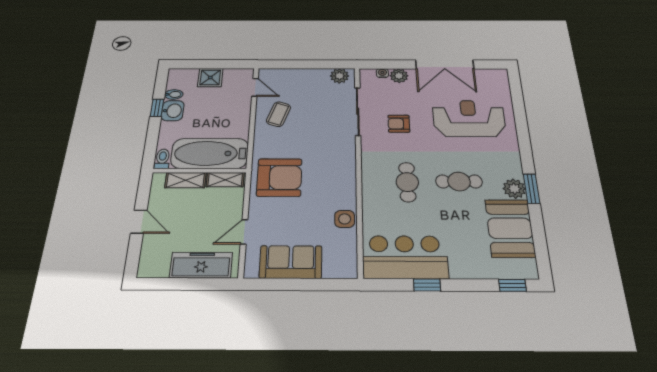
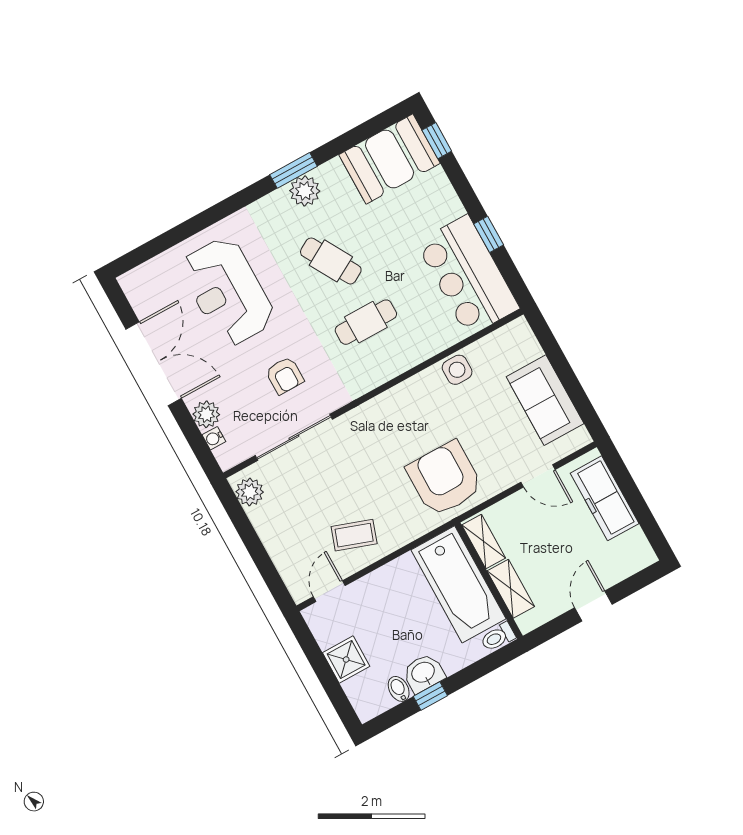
cafe table: (459, 181) -> (331, 261), turned -30
booth: (510, 228) -> (390, 159), moved

